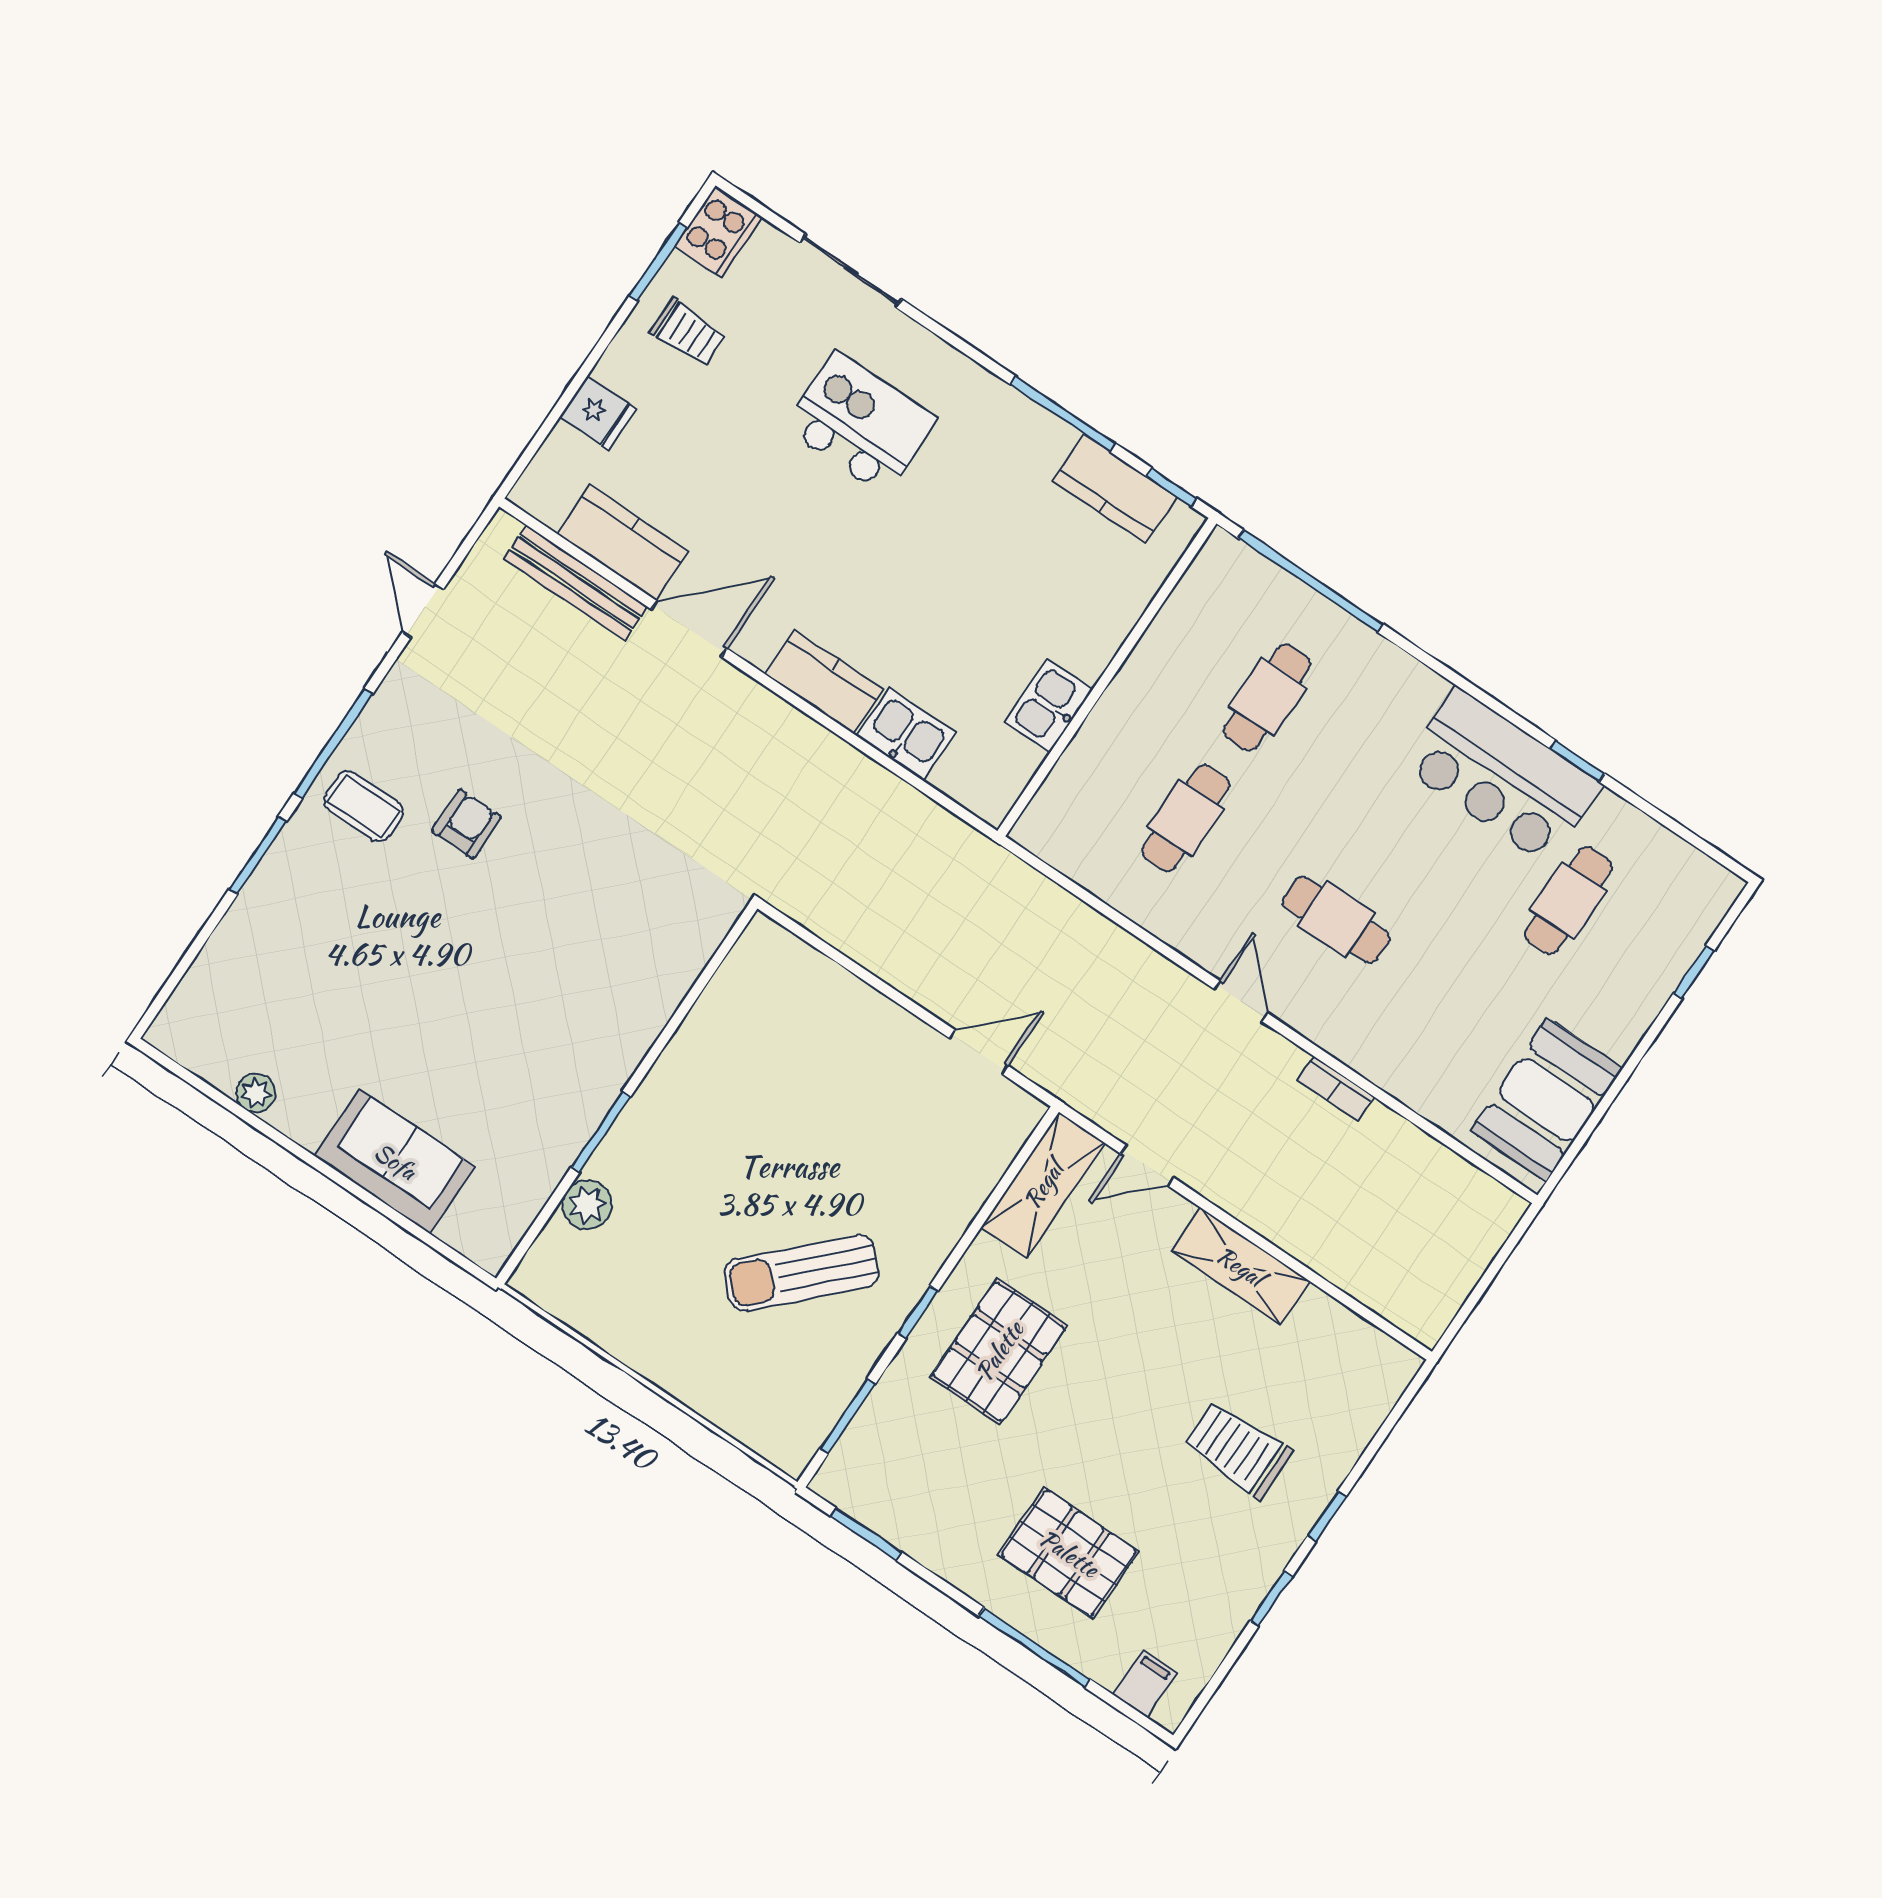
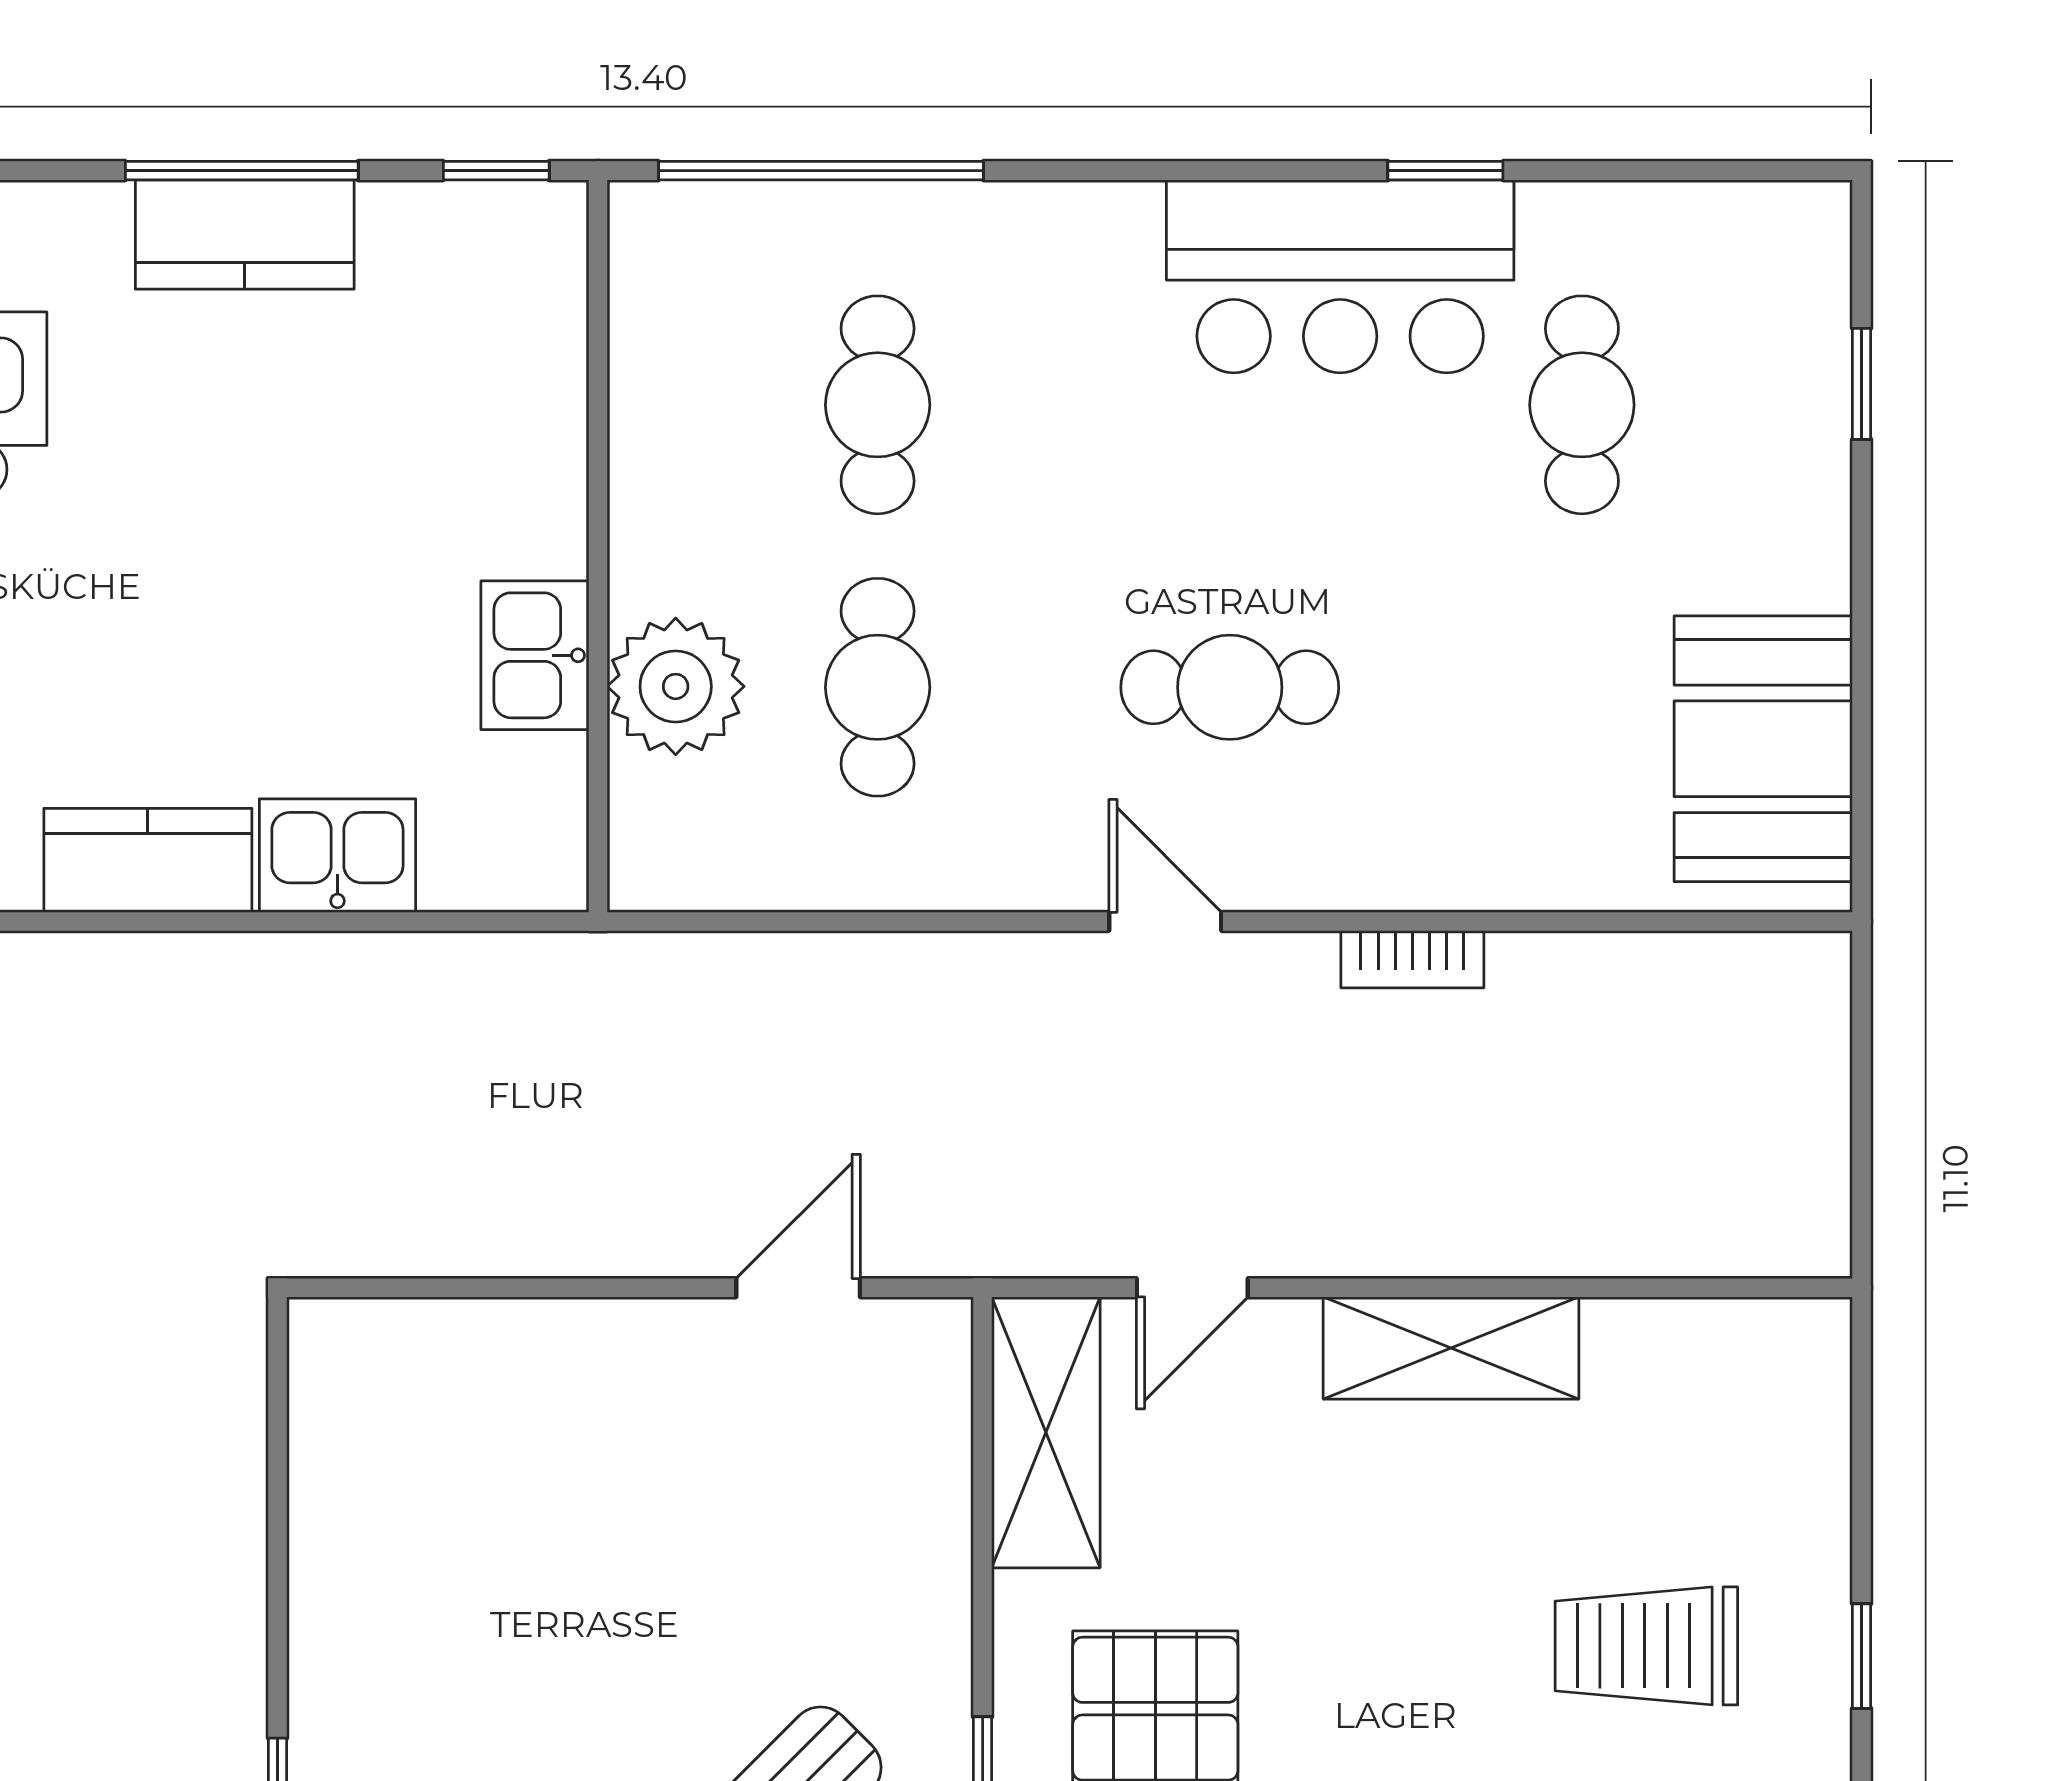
kitchen counter: (1115, 489) -> (245, 235), moved
plant: (1100, 760) -> (676, 686), added

